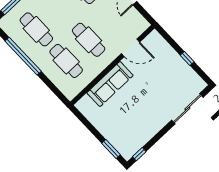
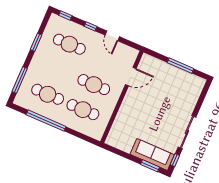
window: (187, 58) -> (181, 66), width x2.17
sofa: (110, 84) -> (152, 154), moved, turned -90
sliding door: (187, 109) -> (187, 132), moved

